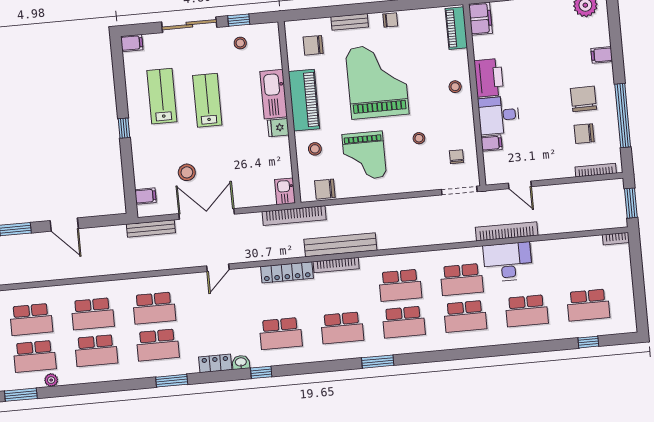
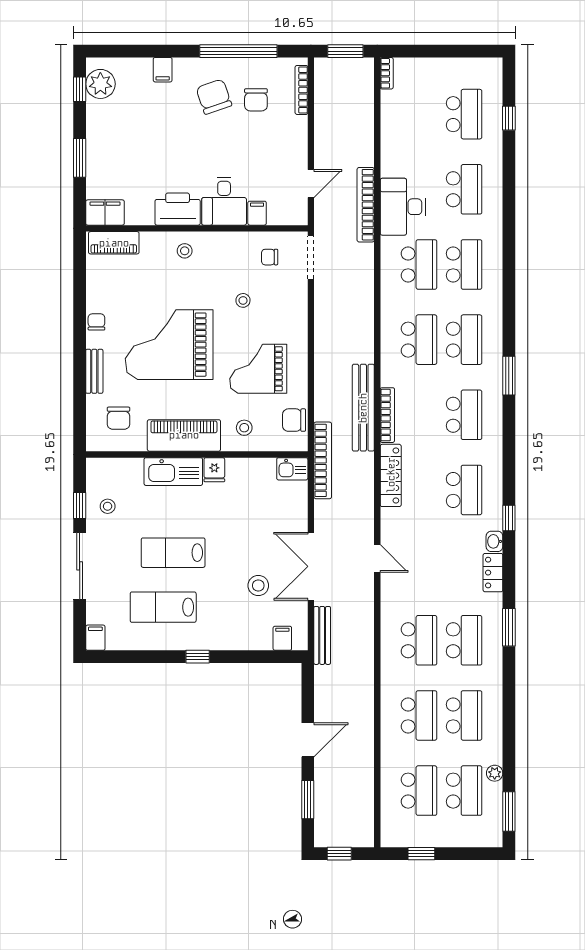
chair: (584, 99) -> (214, 97), turned 72
grand piano: (364, 156) -> (258, 369), turned 180
chair: (325, 189) -> (294, 420), turned 90

